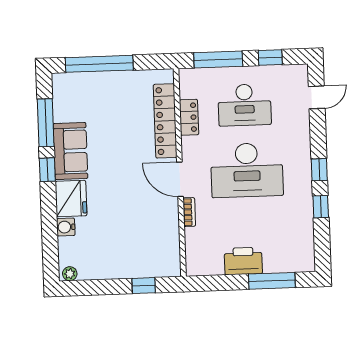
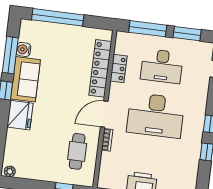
window: (270, 58) -> (187, 34), width x1.50
door: (180, 179) -> (104, 114), hinge flipped
water cooler: (66, 227) -> (23, 49), moved
cafe table: (153, 233) -> (77, 151), added

